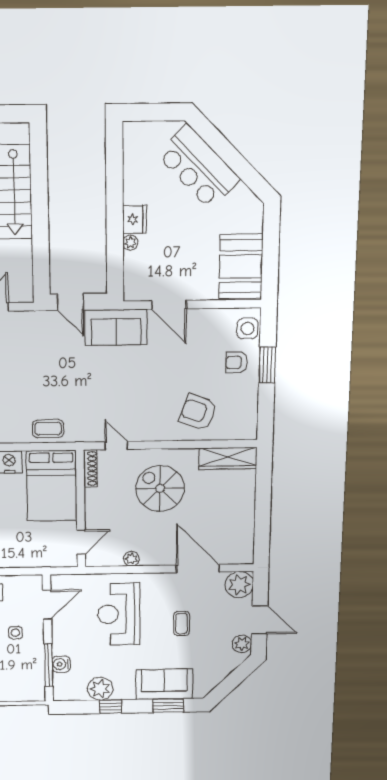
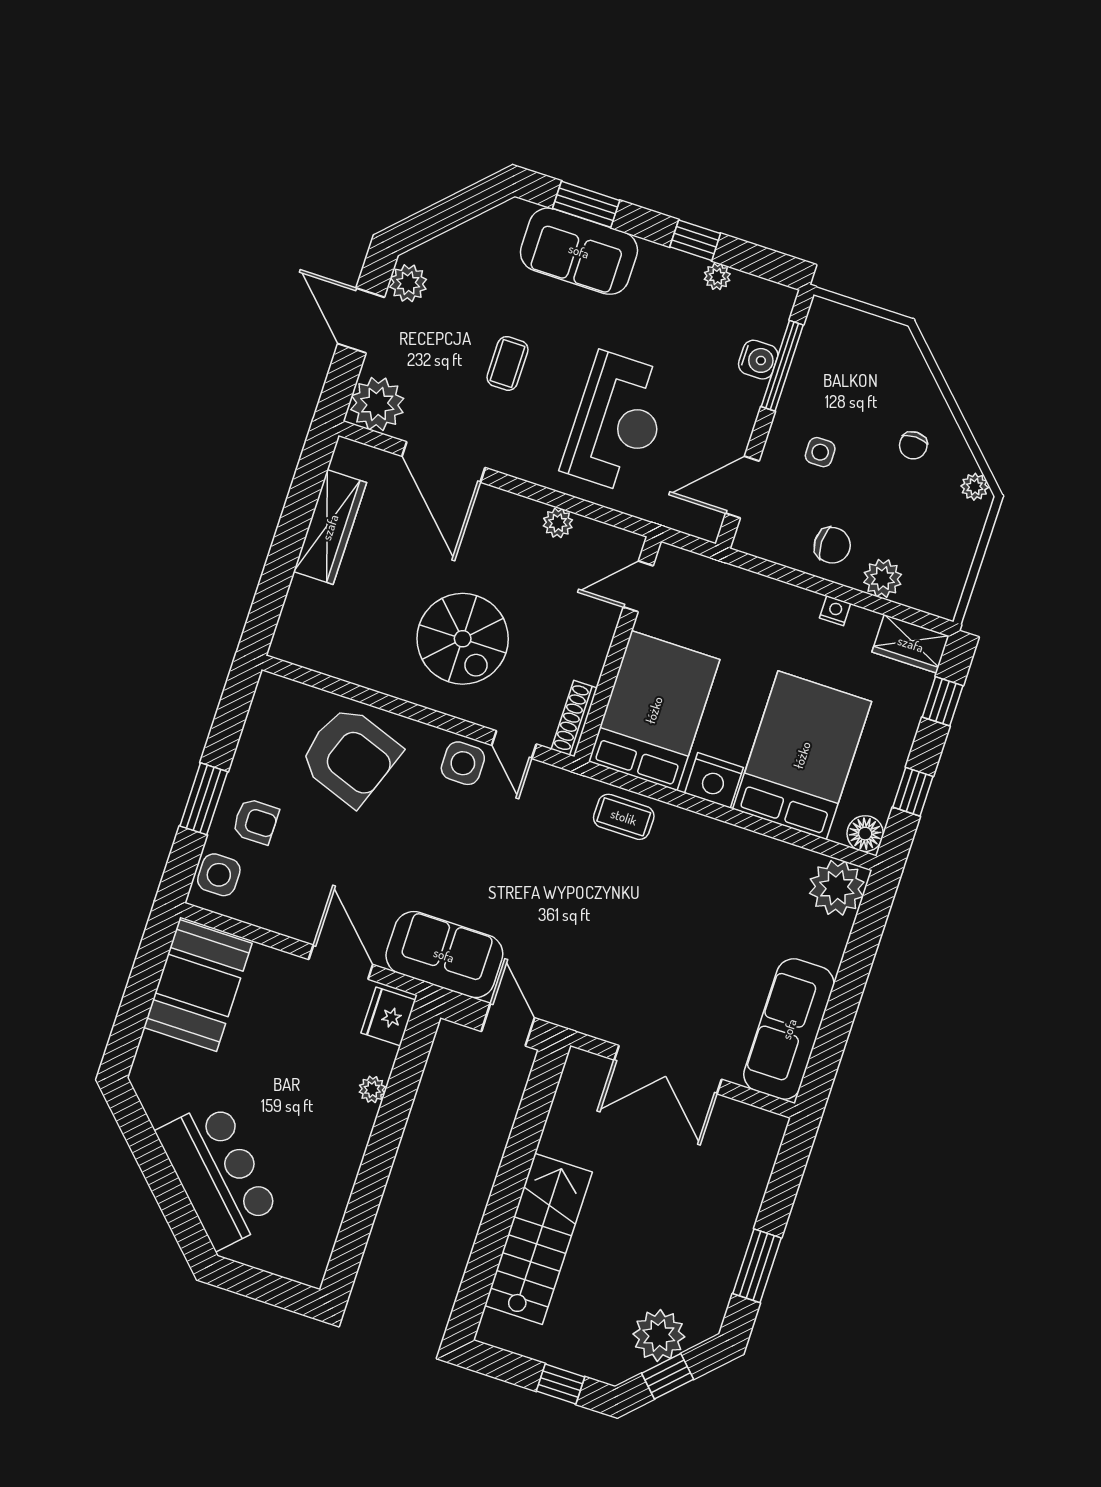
fridge: (135, 219) -> (388, 1017), moved
armchair: (198, 412) -> (350, 756), width x1.36, depth x1.36
side table: (139, 428) -> (463, 763), added
wardrobe: (228, 458) -> (330, 527), moved, turned 90
plant: (100, 689) -> (717, 277), width x0.53, depth x0.53

